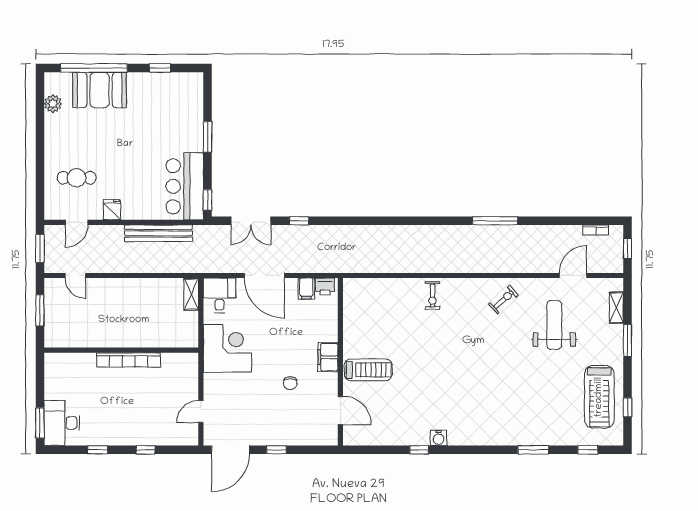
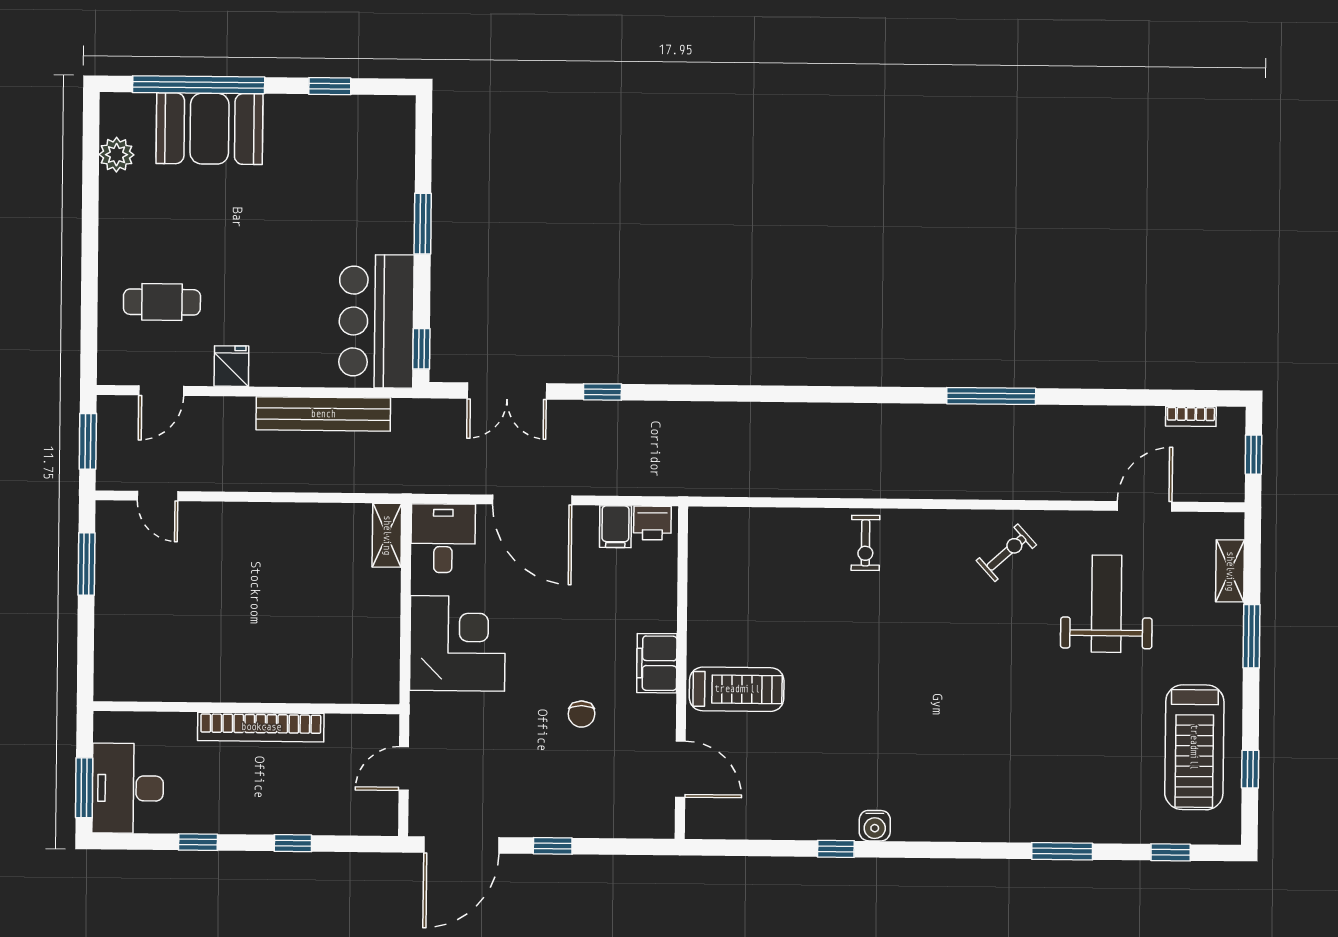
wall: (121, 350) -> (246, 708), moved
bookcase: (129, 360) -> (261, 727), moved

